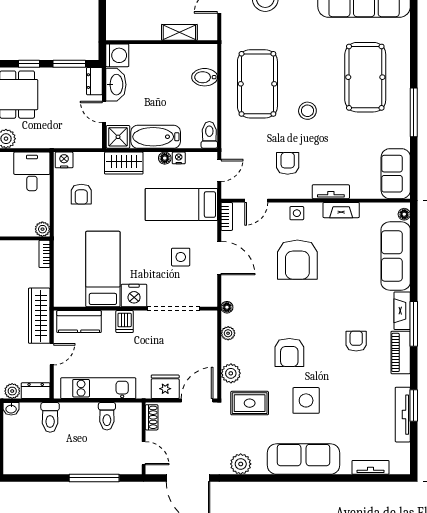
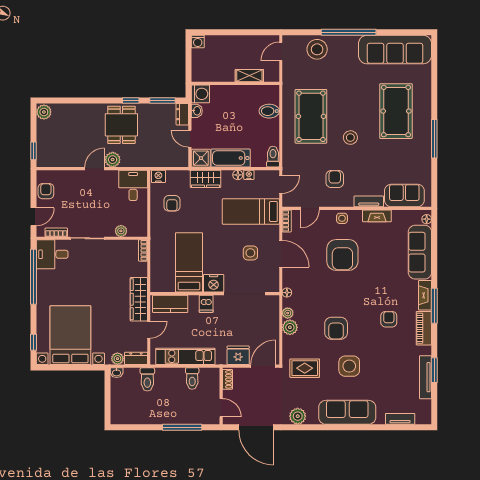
washbasin: (116, 85) -> (197, 111), width x0.52, depth x0.69
sofa: (396, 174) -> (404, 196), moved, turned 90
plant: (42, 229) -> (121, 231), moved
plant: (231, 373) -> (290, 327), moved

